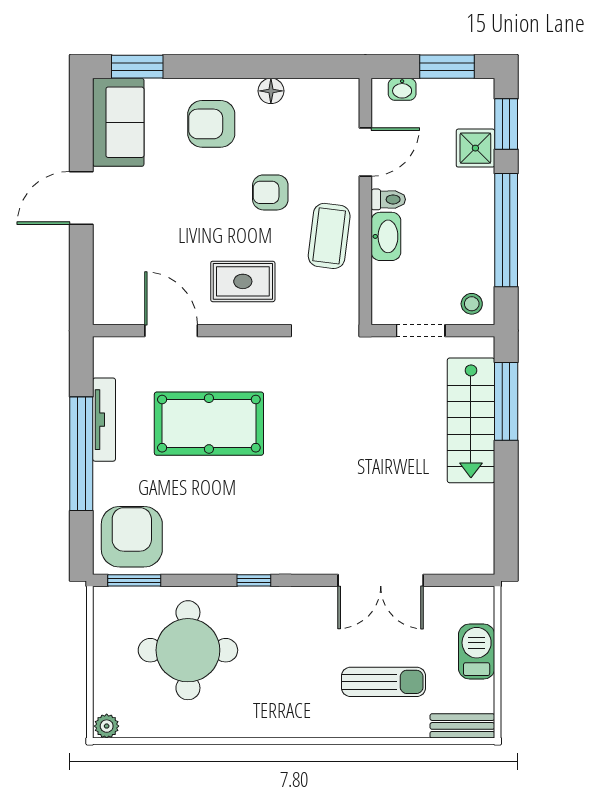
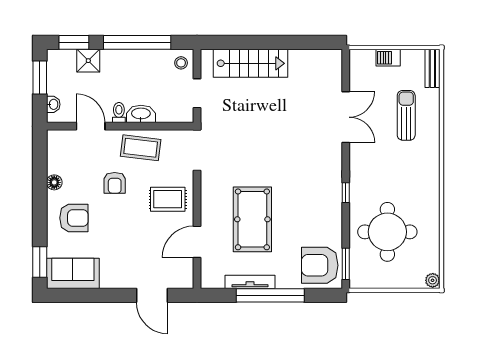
armchair: (211, 124) -> (74, 218), turned -90
door: (81, 198) -> (152, 295), moved
rug: (243, 281) -> (168, 199), turned 90
window: (506, 401) -> (239, 42), removed
barbecue: (477, 651) -> (388, 58), width x0.73, depth x0.79

